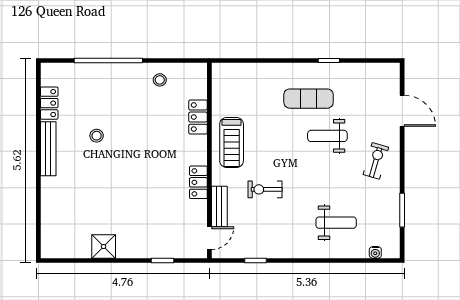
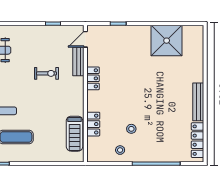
locker: (49, 103) -> (197, 140), width x1.53
stool: (97, 136) -> (131, 129), moved
treadmill: (232, 143) -> (75, 134), moved, turned 180
shower: (104, 247) -> (167, 41), width x1.86, depth x1.86

